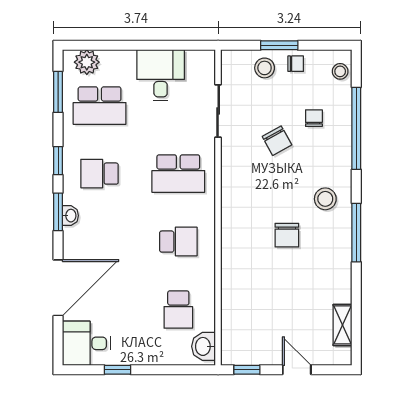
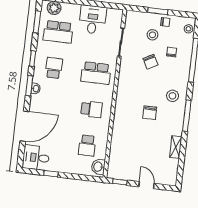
stool: (265, 68) -> (152, 35), moved
school desk: (100, 174) -> (54, 68), turned 90
shelving: (343, 325) -> (176, 147), moved

